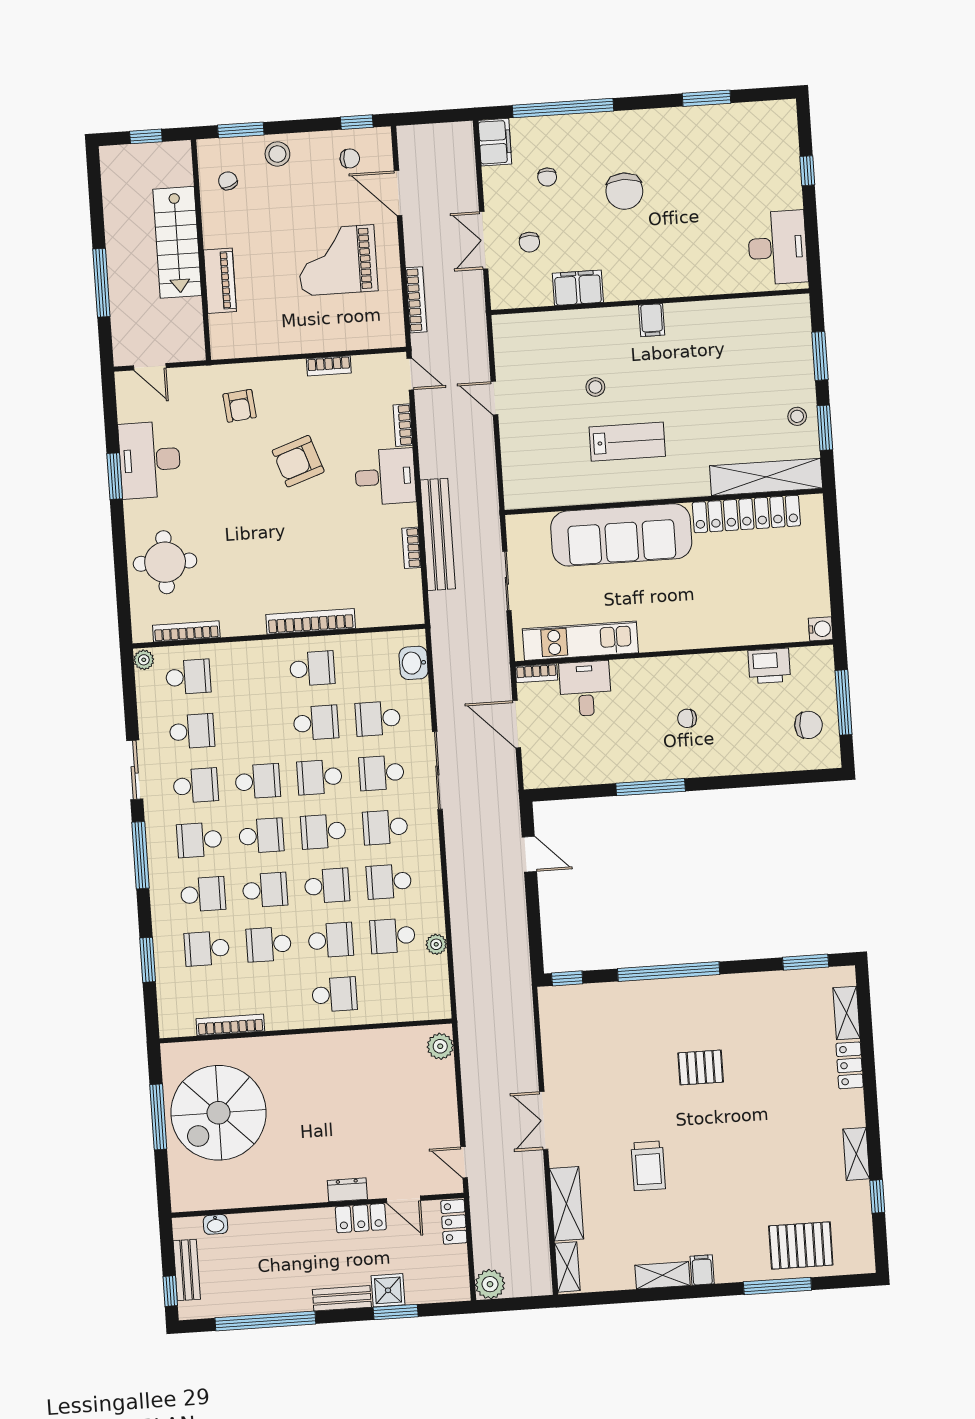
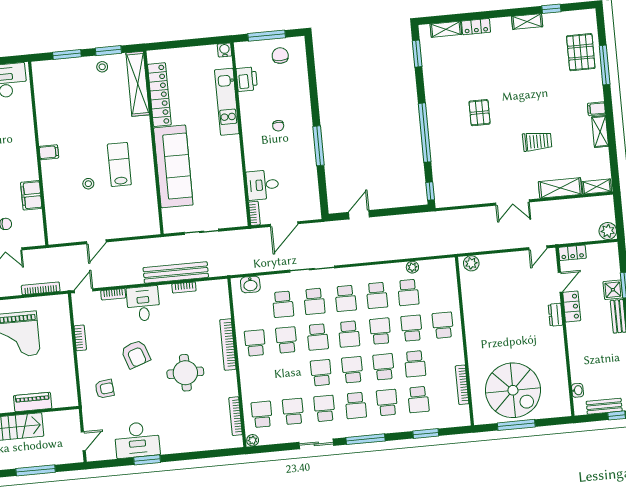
round table: (165, 562) -> (185, 373), moved
kitchen unit: (580, 641) -> (227, 102), moved

